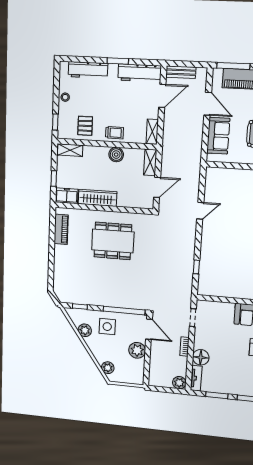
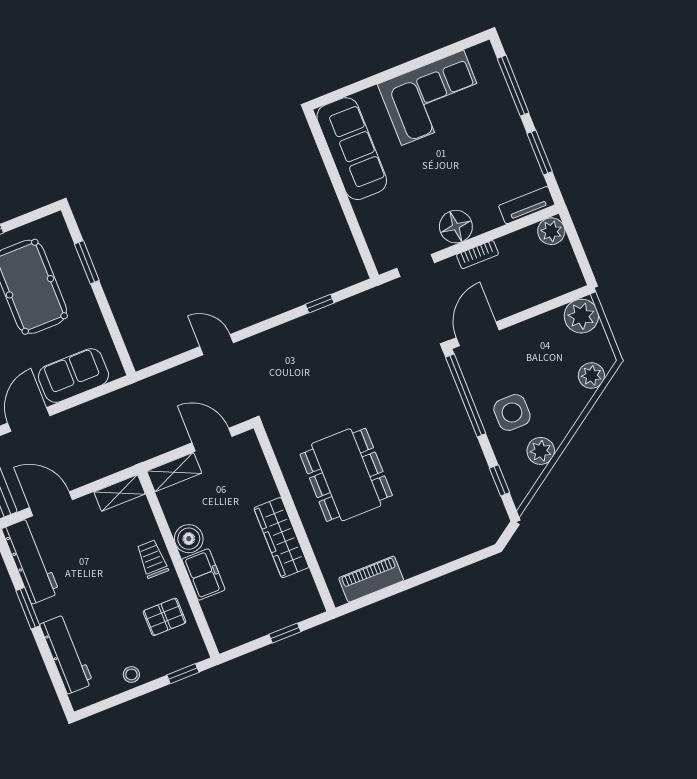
shelving: (70, 150) -> (220, 625), removed
freezer: (67, 196) -> (203, 574), moved, turned 180
plant: (137, 350) -> (581, 316), moved
floor lamp: (201, 357) -> (456, 227), moved

